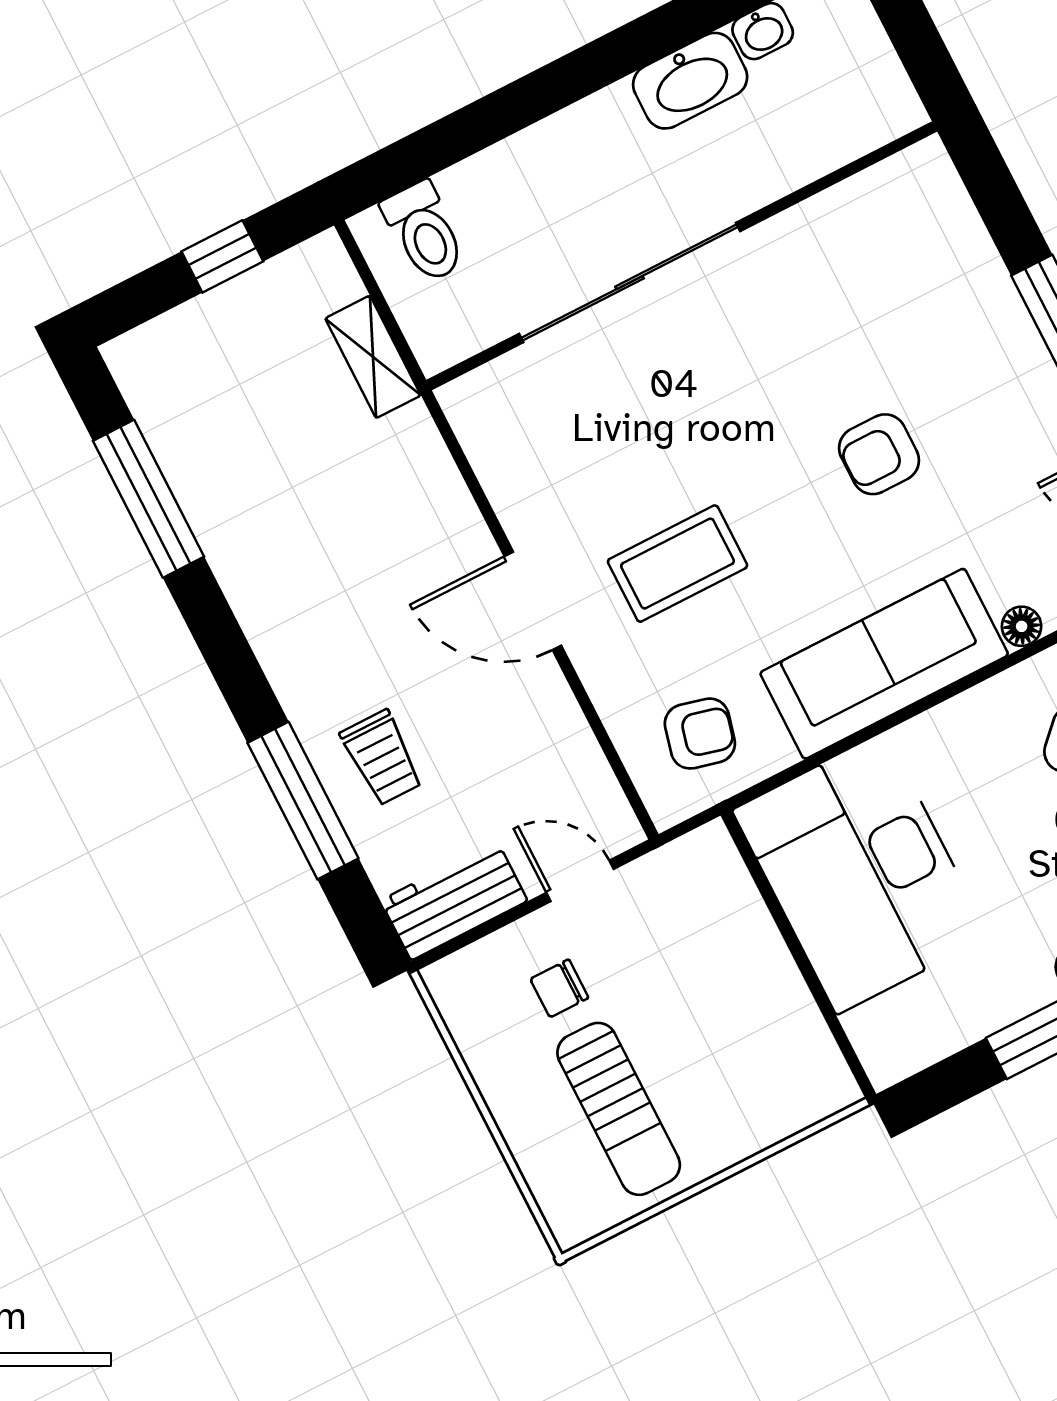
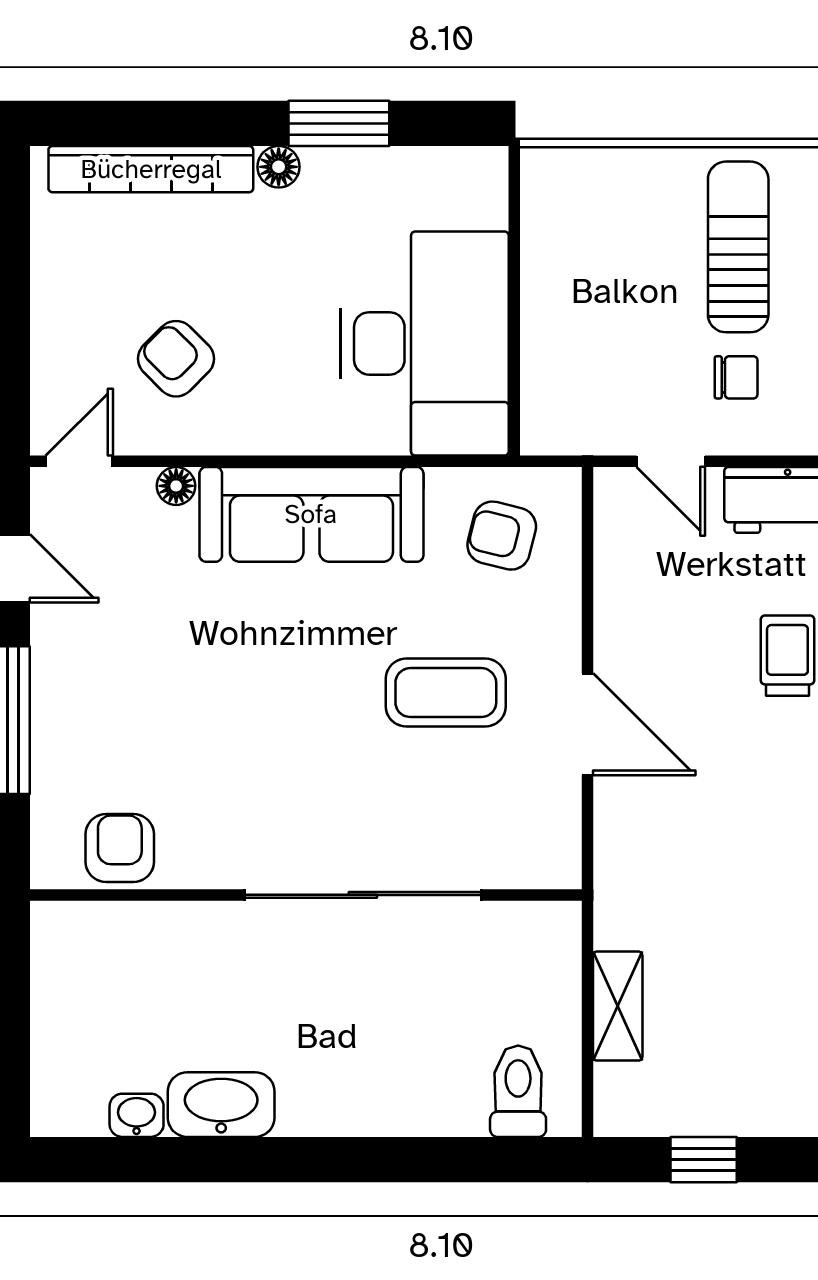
wall: (682, 256) -> (306, 895), moved
sliding door: (630, 282) -> (363, 895), moved
armchair: (879, 454) -> (120, 848), moved, turned -90

